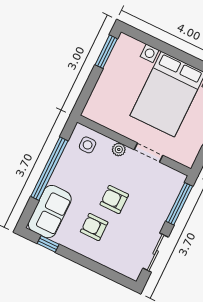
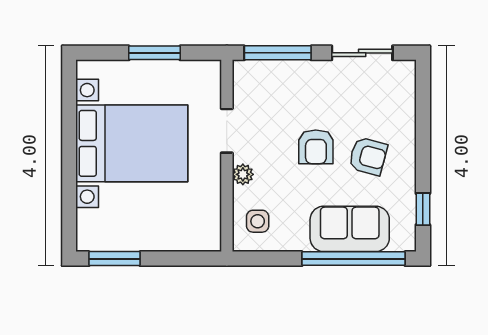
window: (49, 169) -> (354, 259), moved
sofa: (50, 212) -> (350, 229), moved
armchair: (94, 227) -> (368, 156), turned -75

